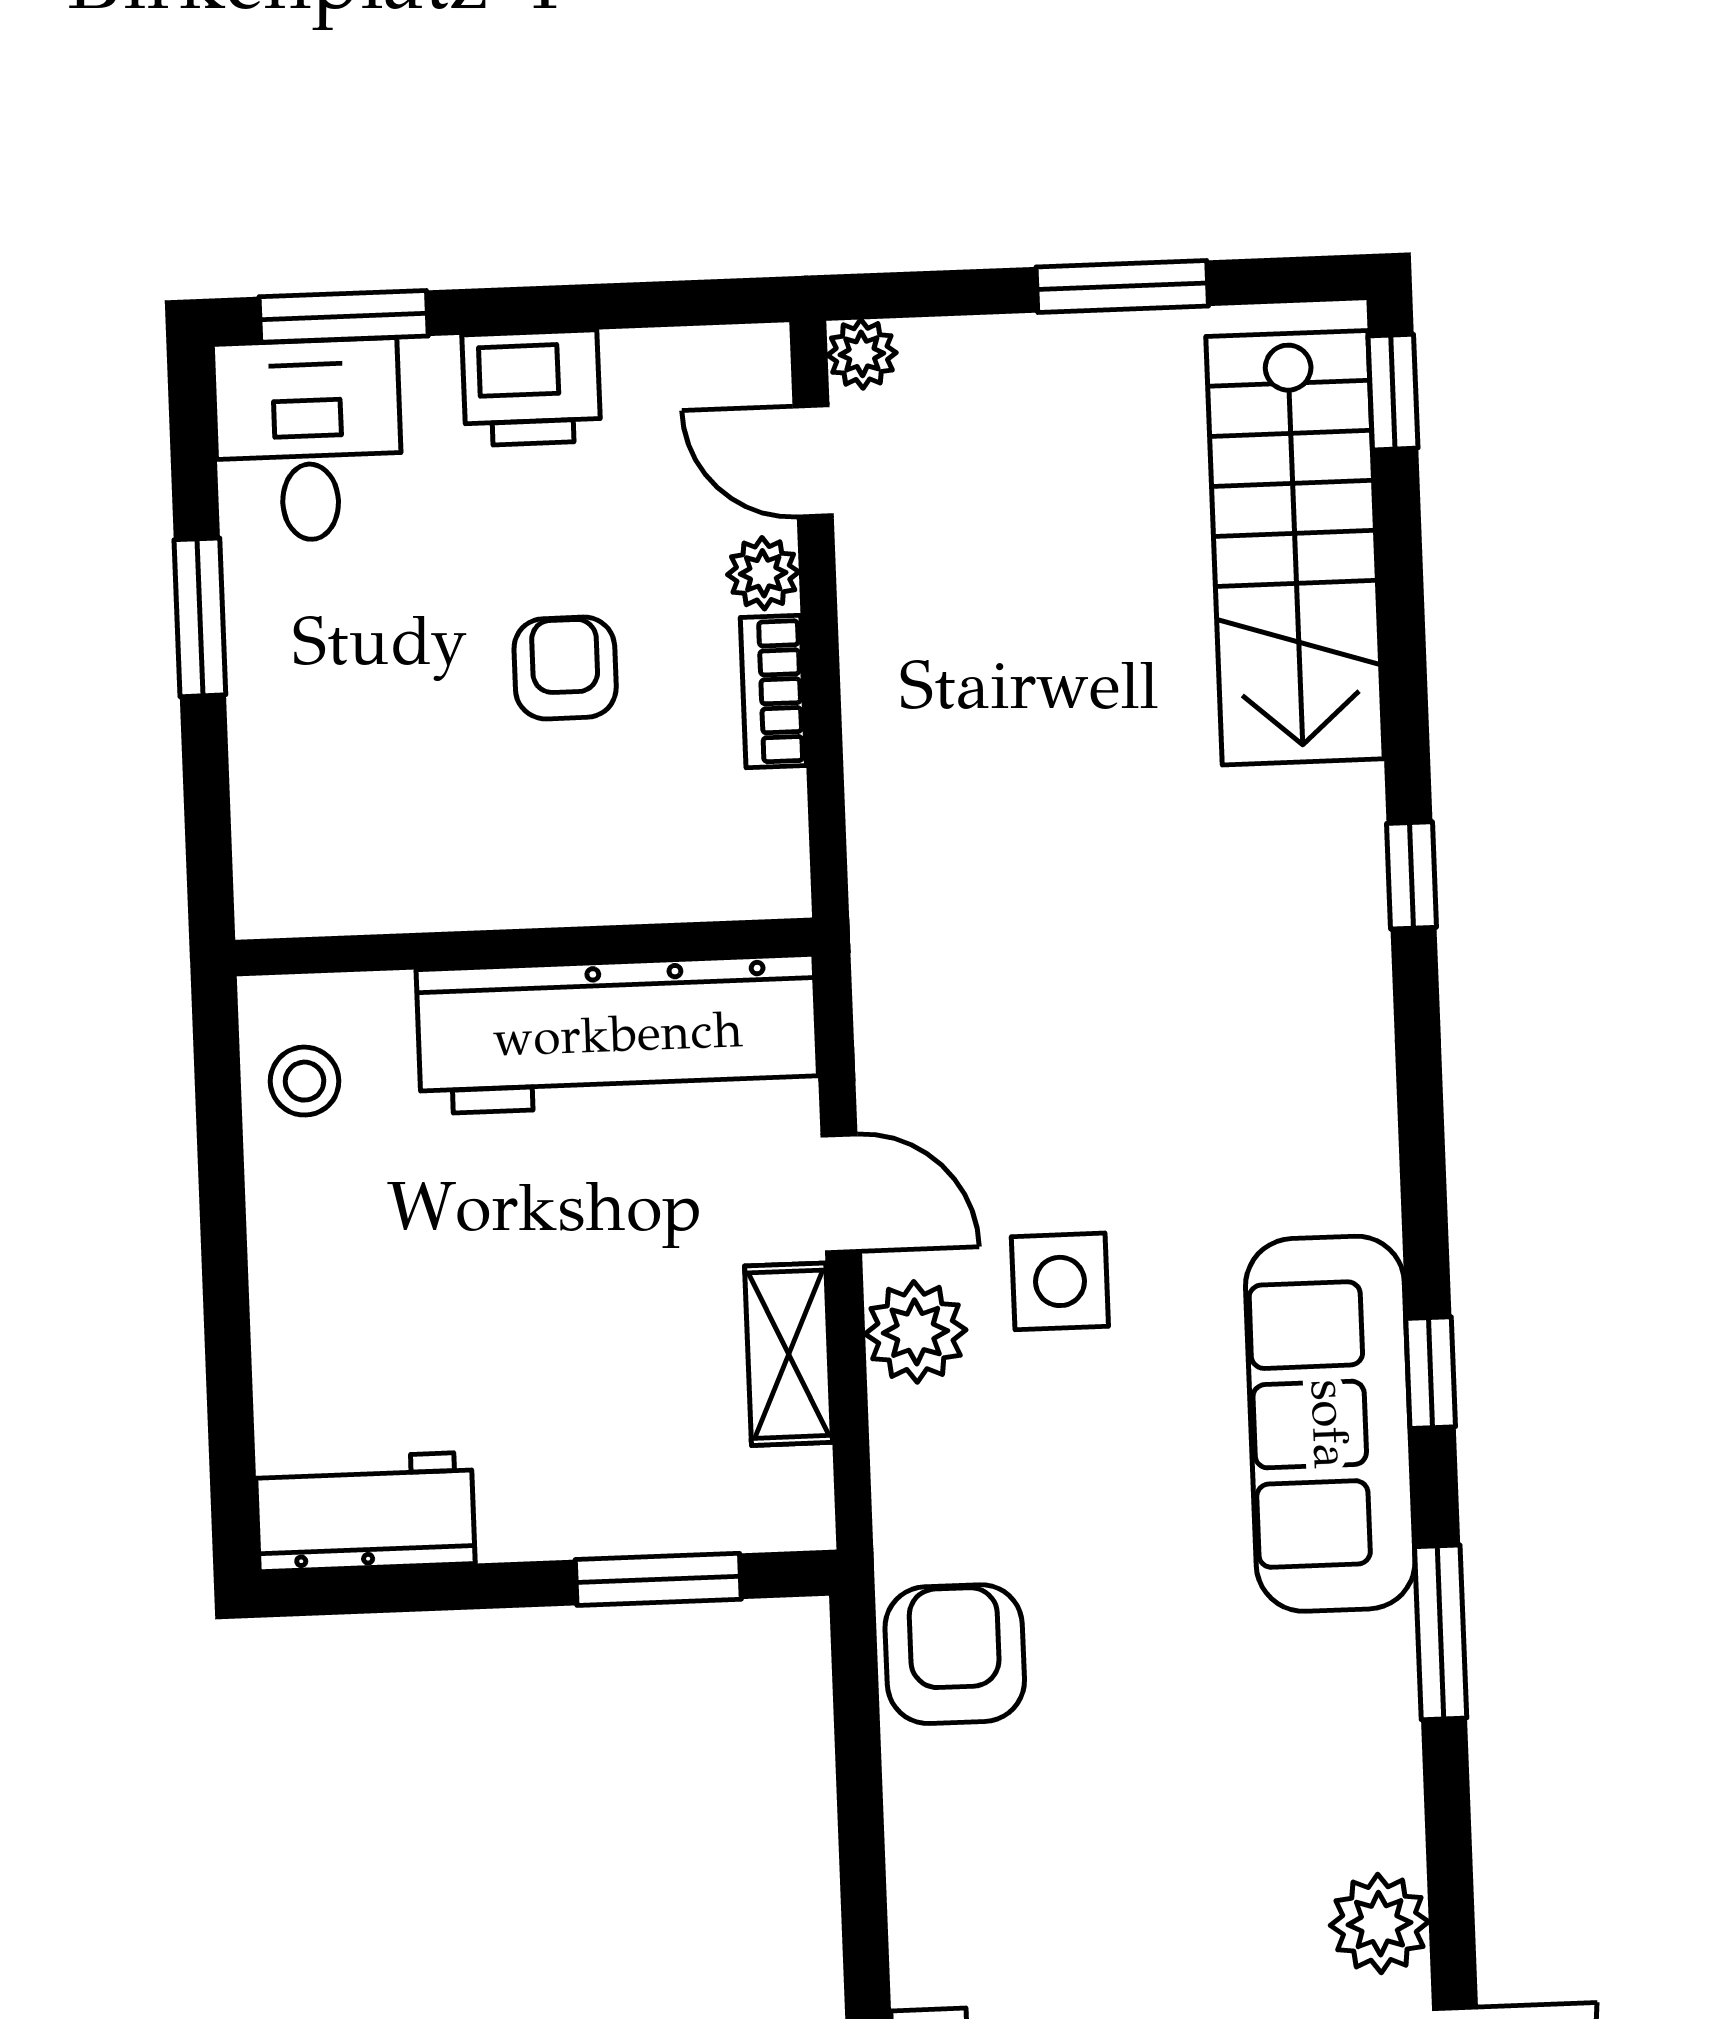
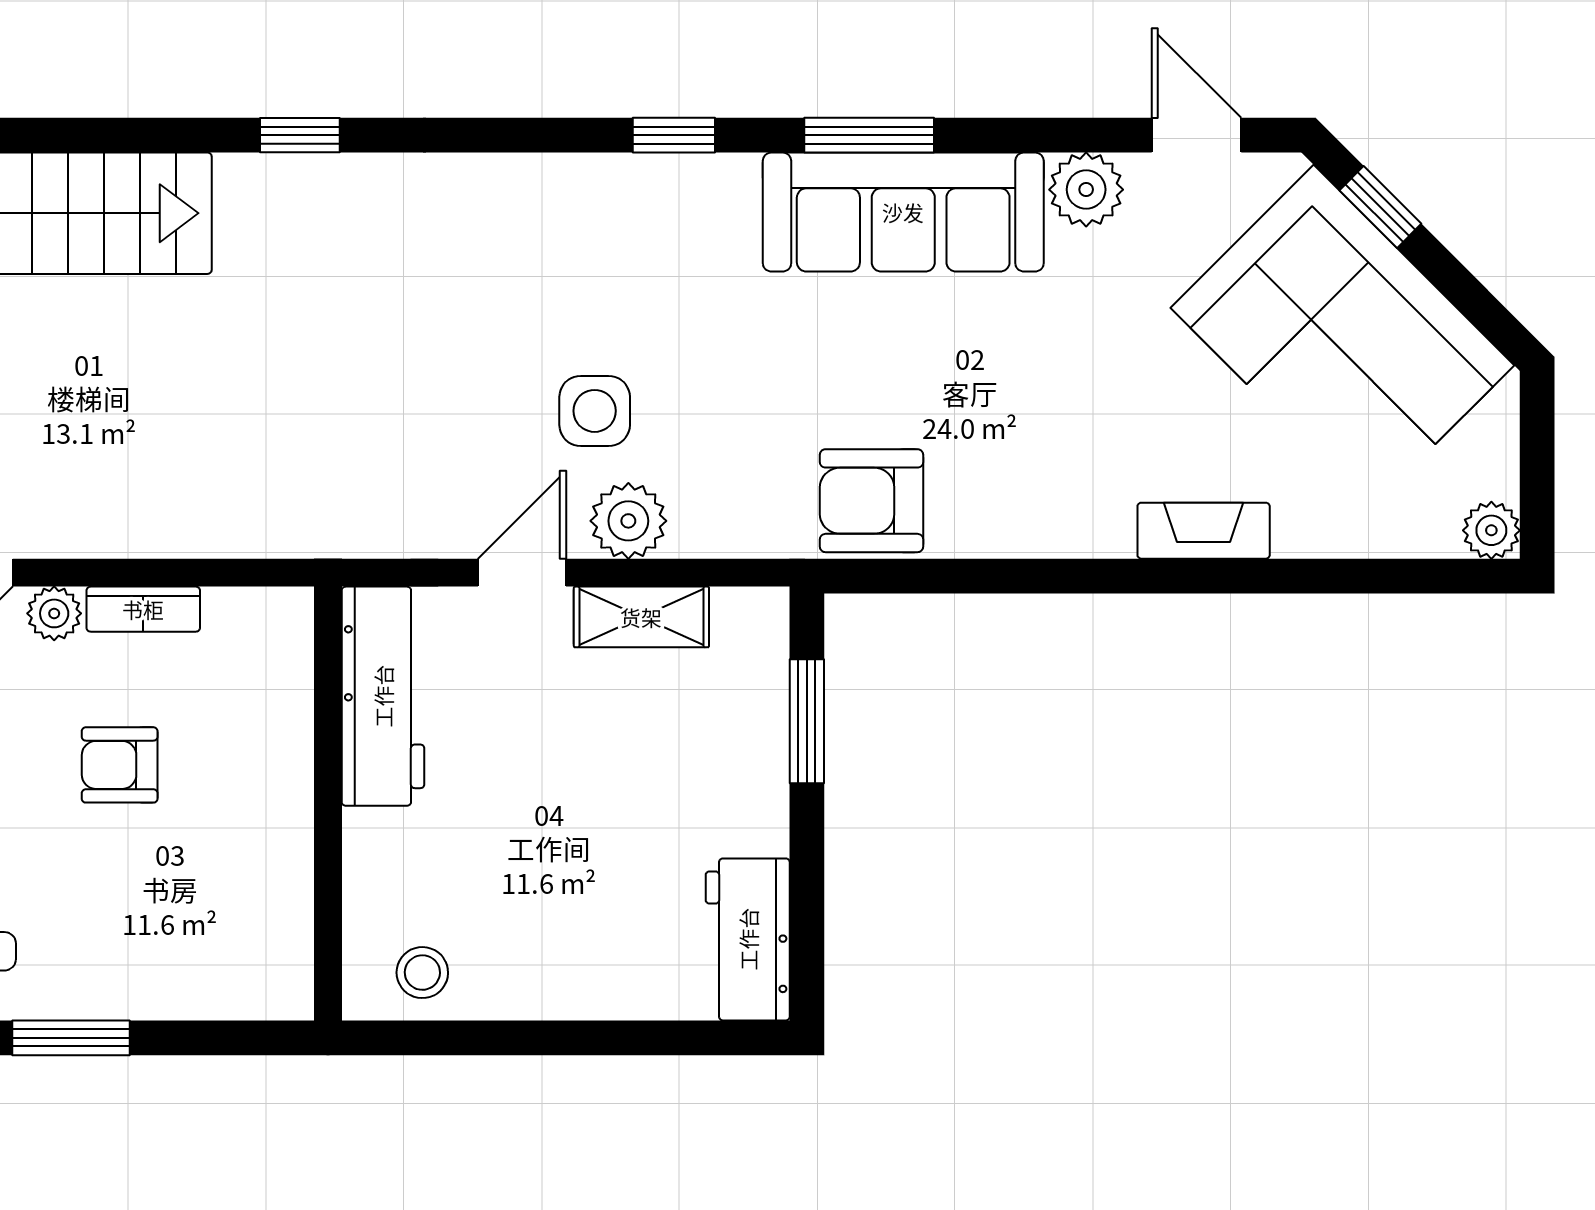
workbench: (618, 1034) -> (383, 696), width x0.73, depth x0.76
sofa: (1330, 1424) -> (903, 212), moved

